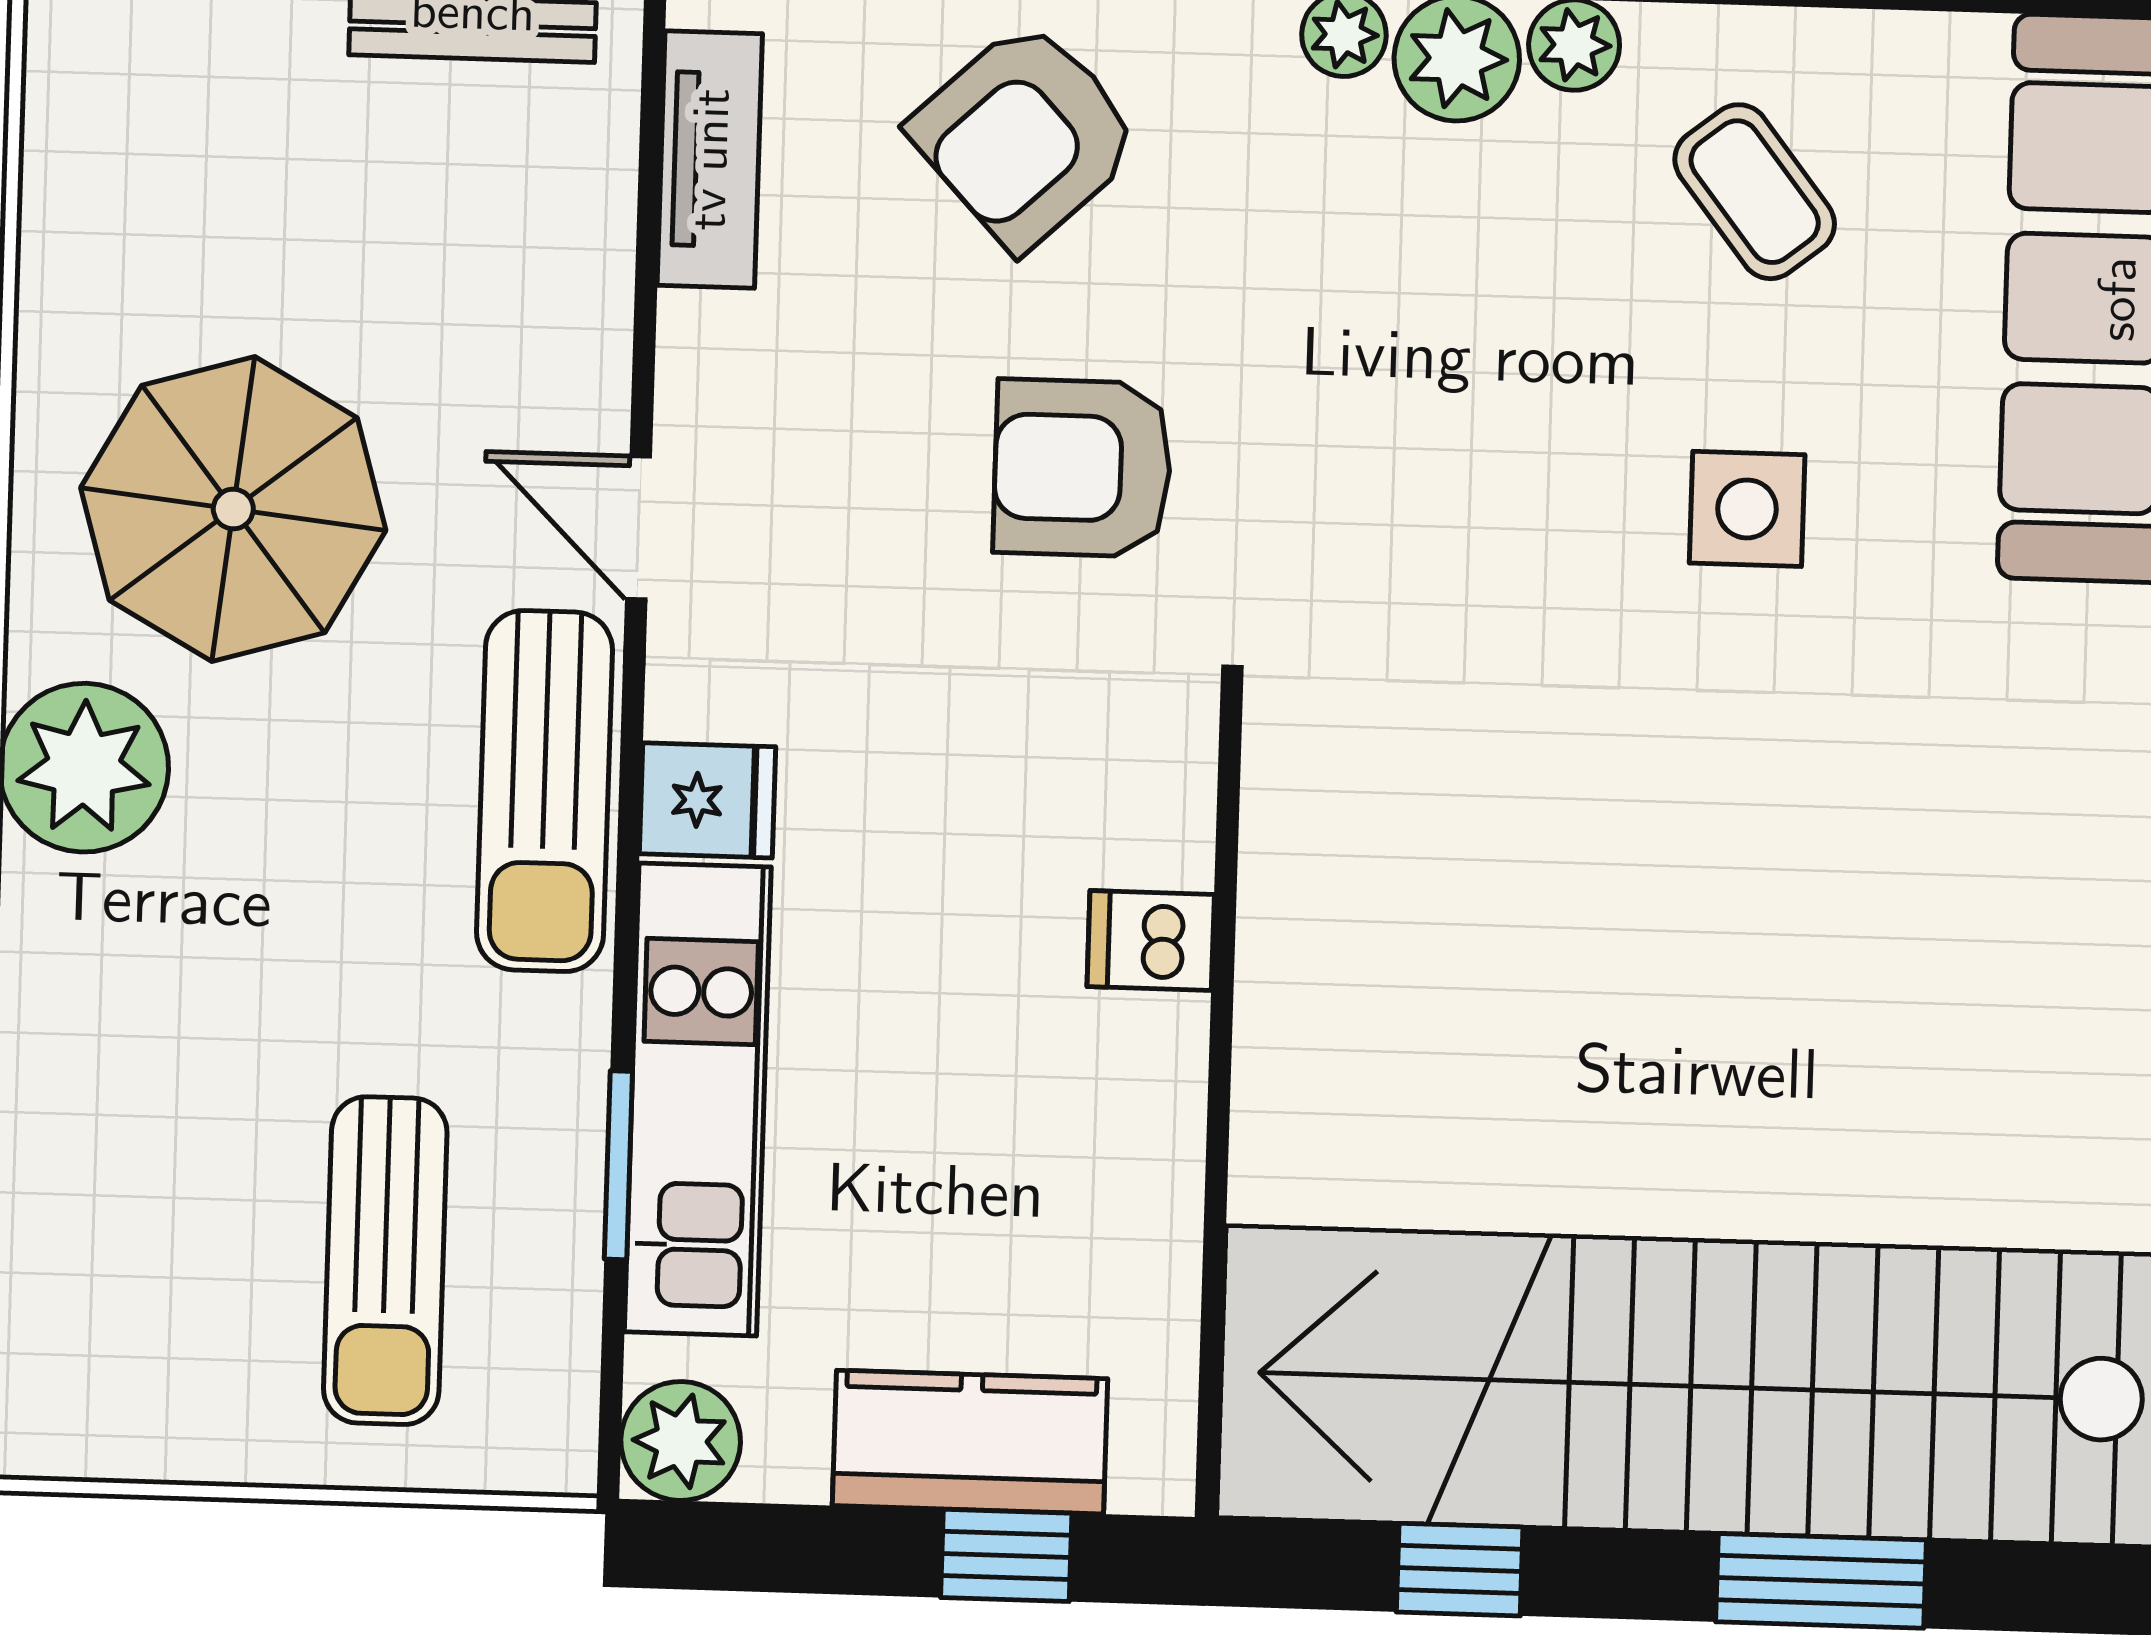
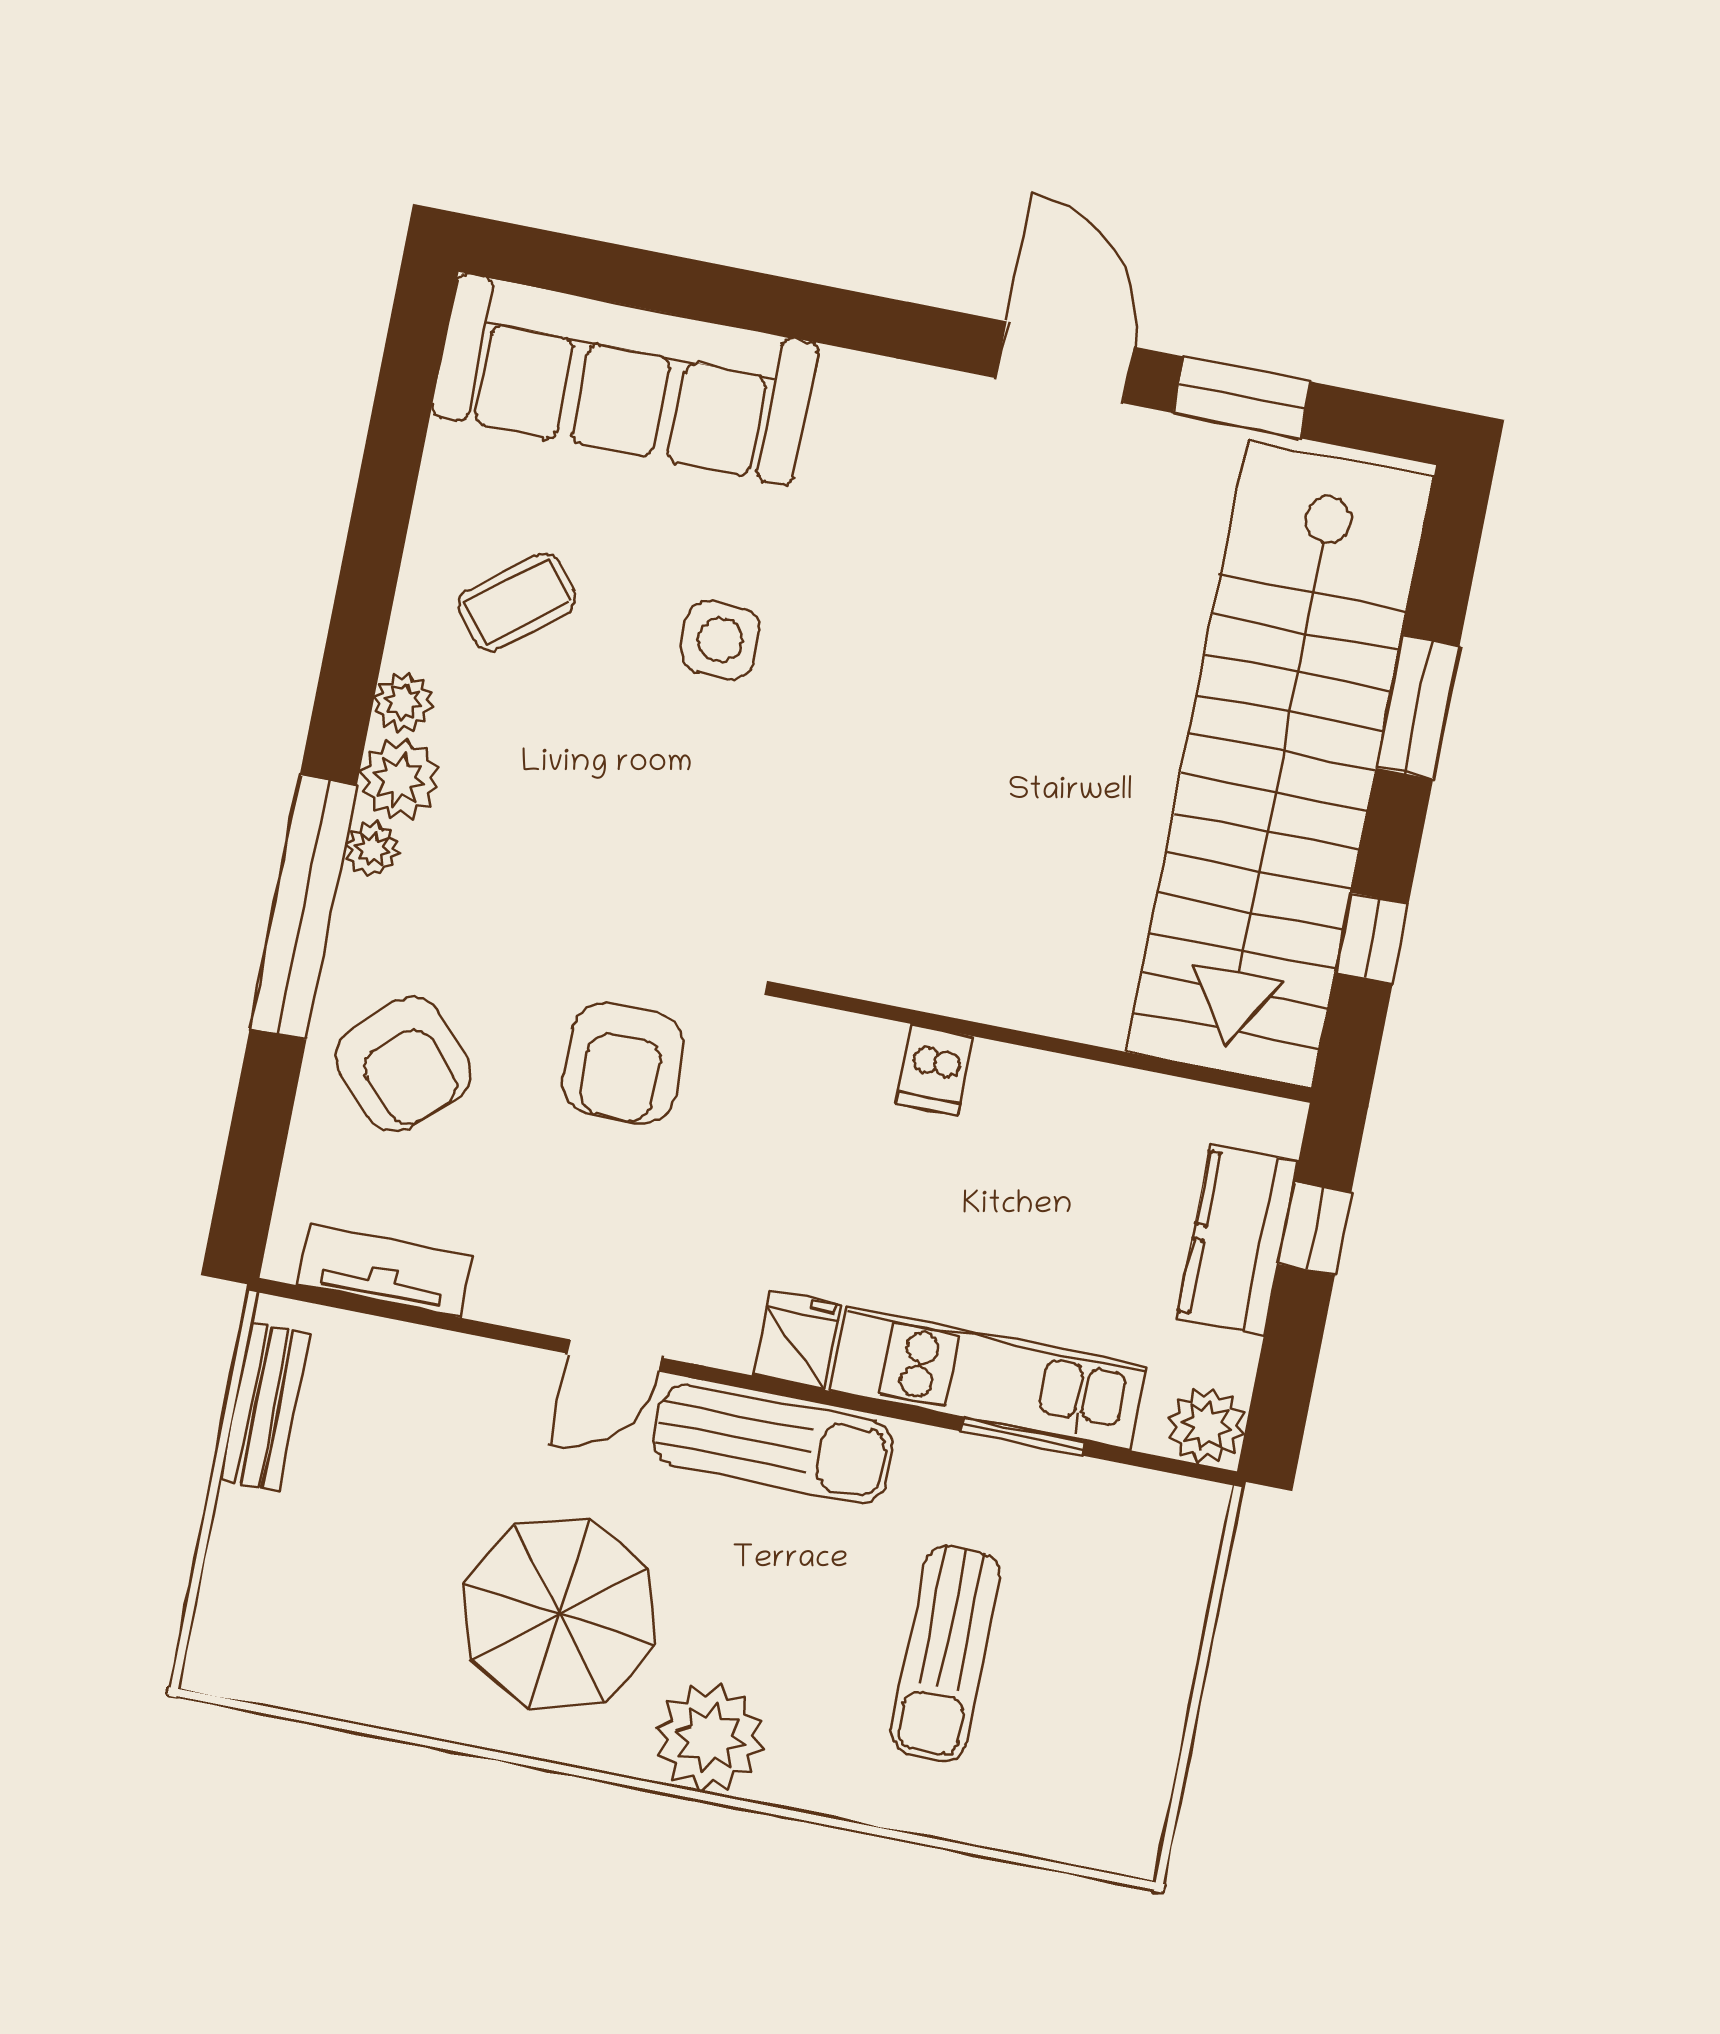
sun lounger: (385, 1261) -> (945, 1653), moved, turned 90

